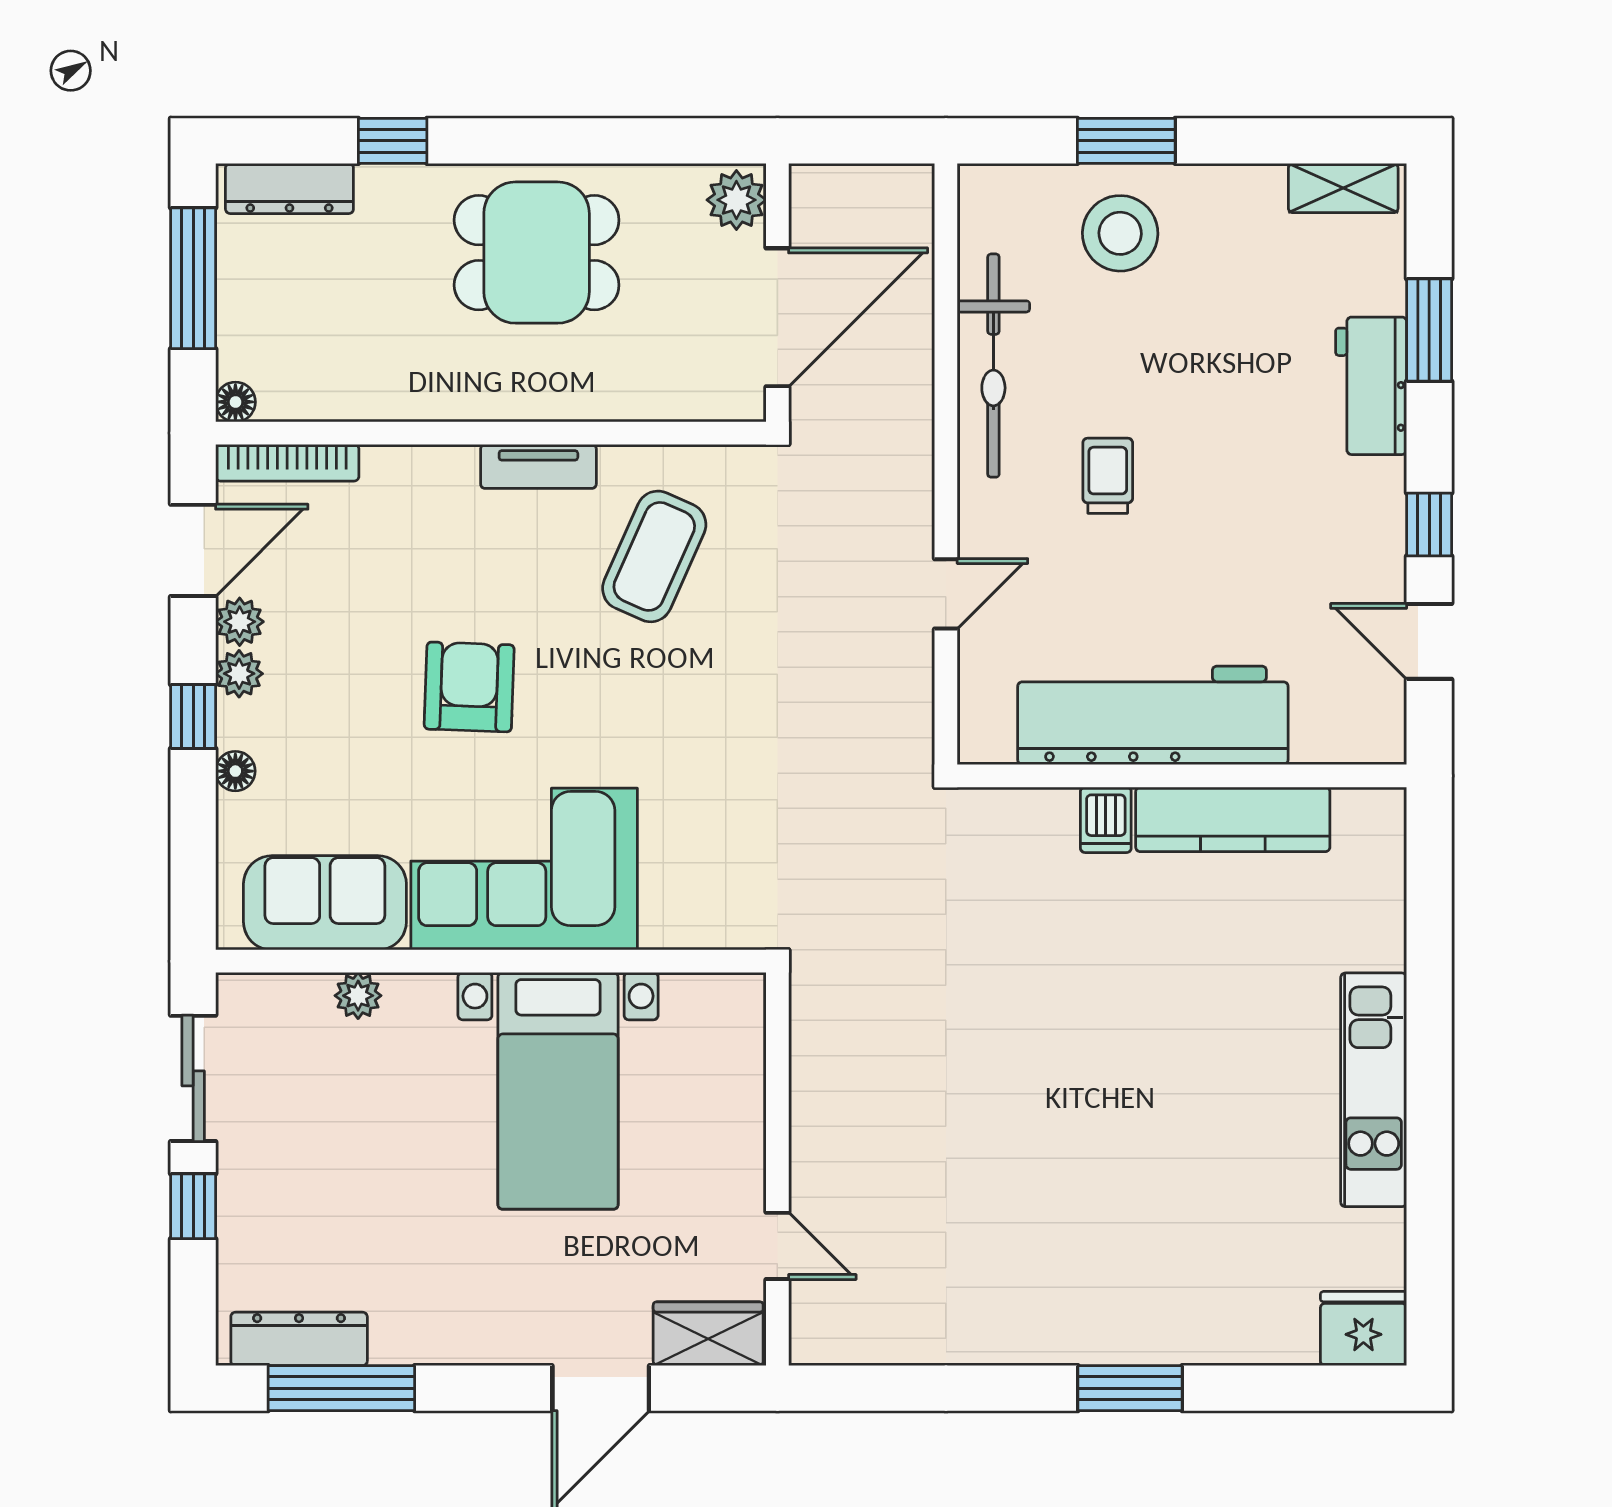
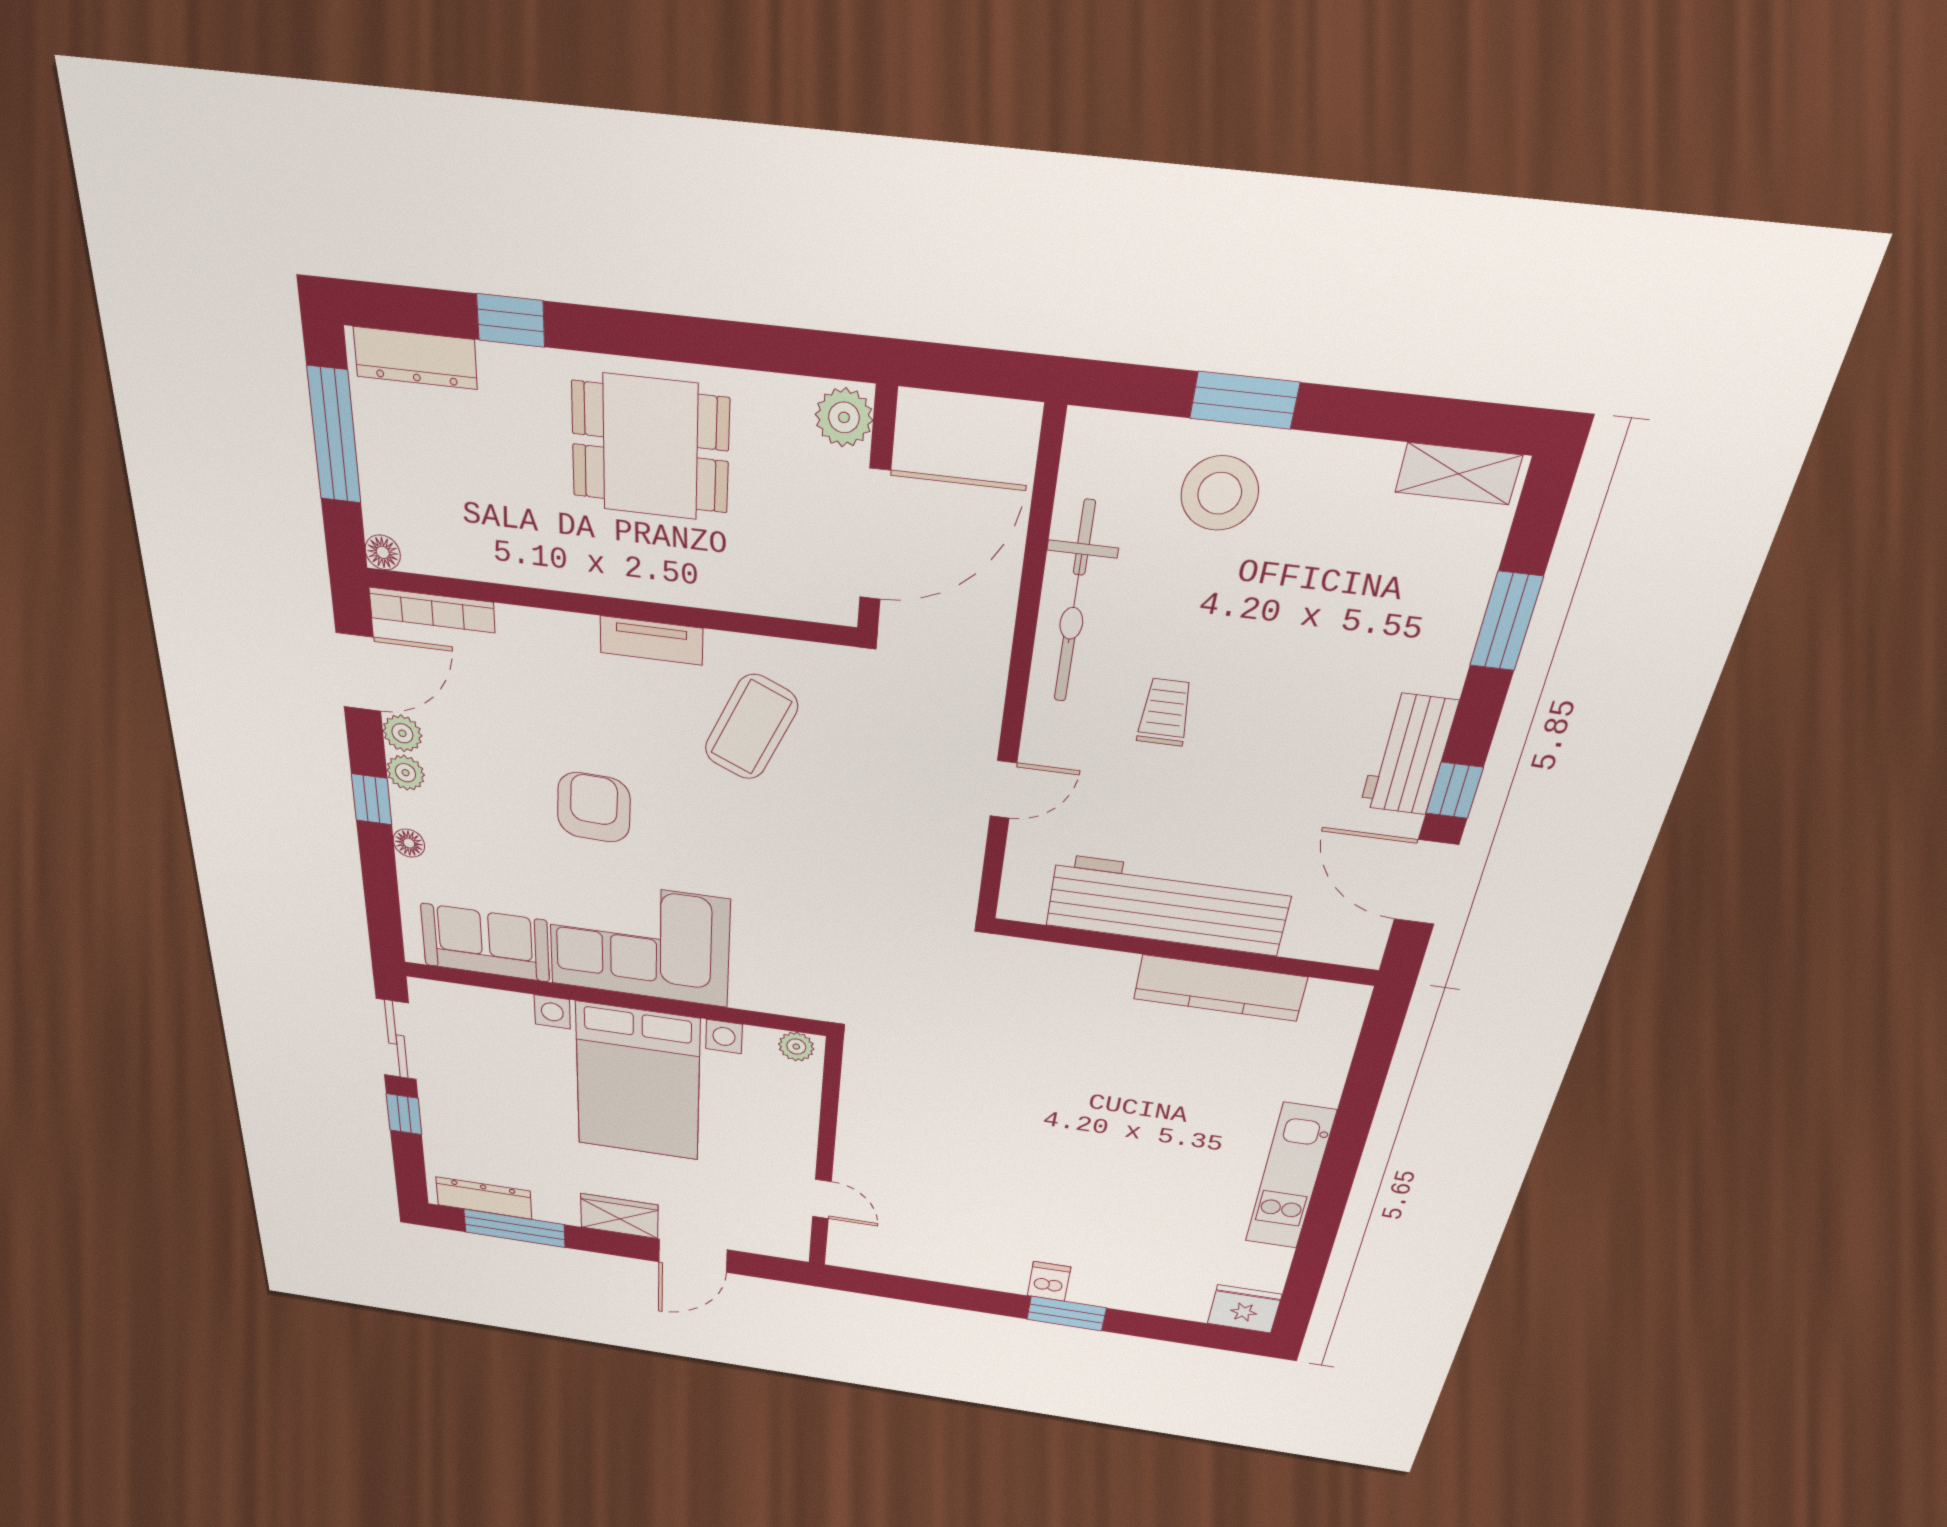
workbench: (1371, 386) -> (1408, 754), moved
door: (1429, 641) -> (1426, 882), width x1.38
dishwasher: (1106, 820) -> (1049, 1281), moved, turned 180
plant: (358, 996) -> (796, 1047), moved
bed with nightstands: (558, 1091) -> (638, 1082), width x1.36
wardrobe: (708, 1334) -> (619, 1216), moved

